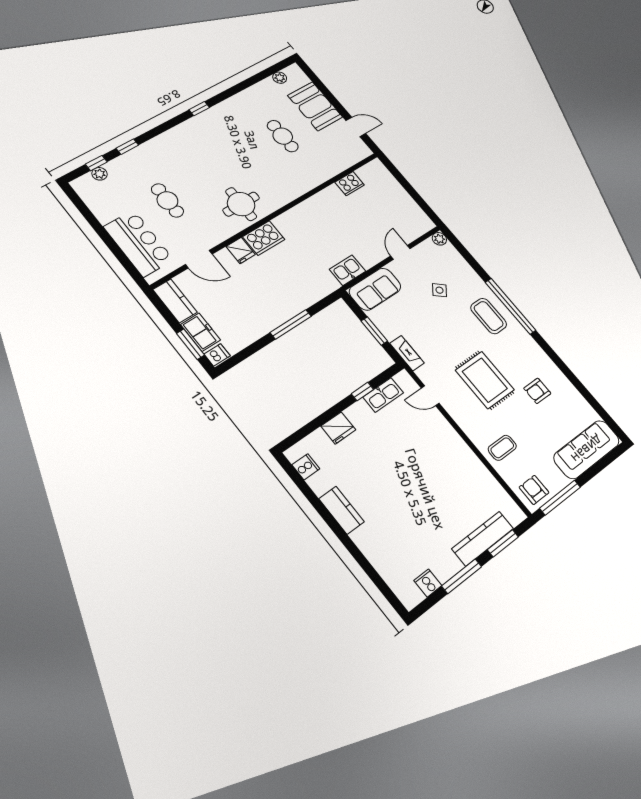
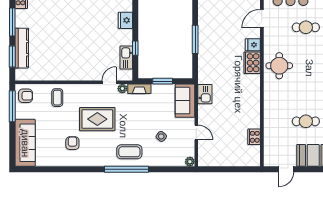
plant: (424, 374) -> (122, 89), added

